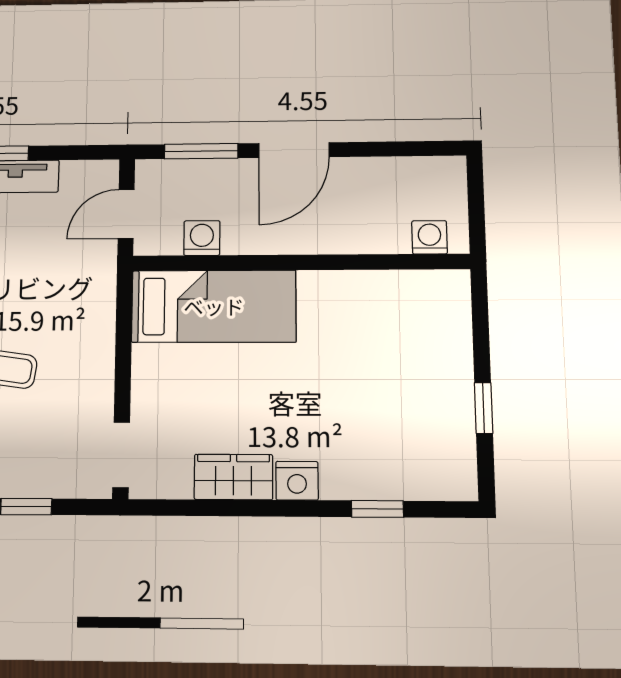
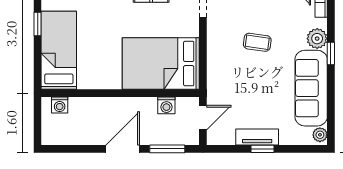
bed: (214, 306) -> (161, 64), width x1.50
bed: (434, 352) -> (59, 50), added

